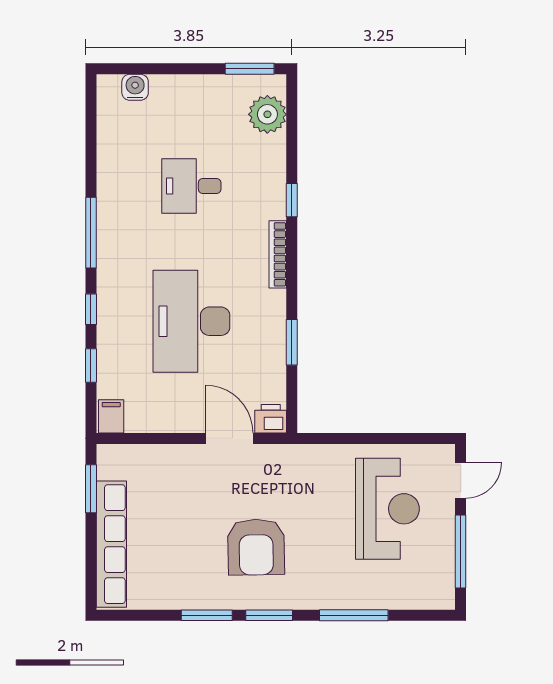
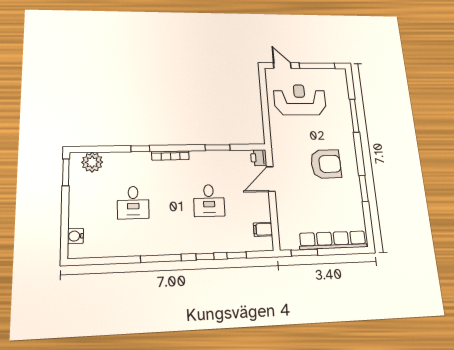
desk: (191, 321) -> (209, 201), width x0.53, depth x0.77
filing cabinet: (111, 416) -> (263, 229), moved
window: (269, 615) -> (360, 157), removed

